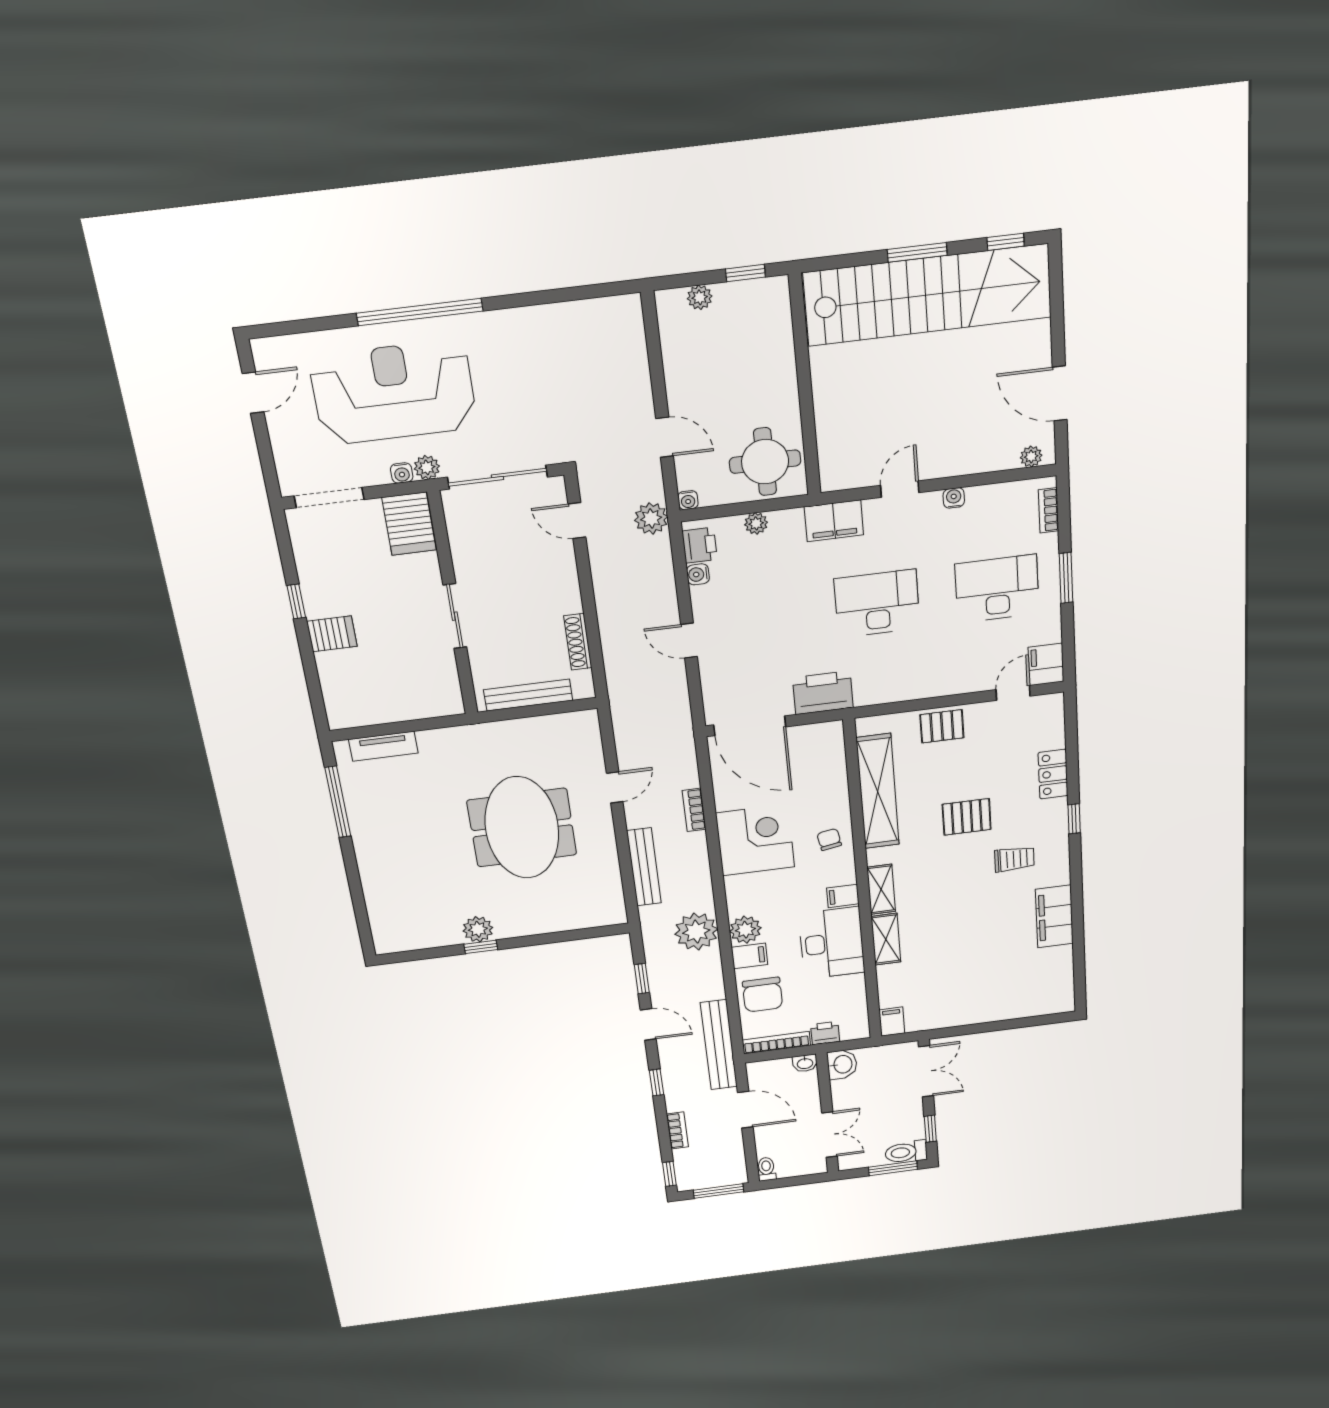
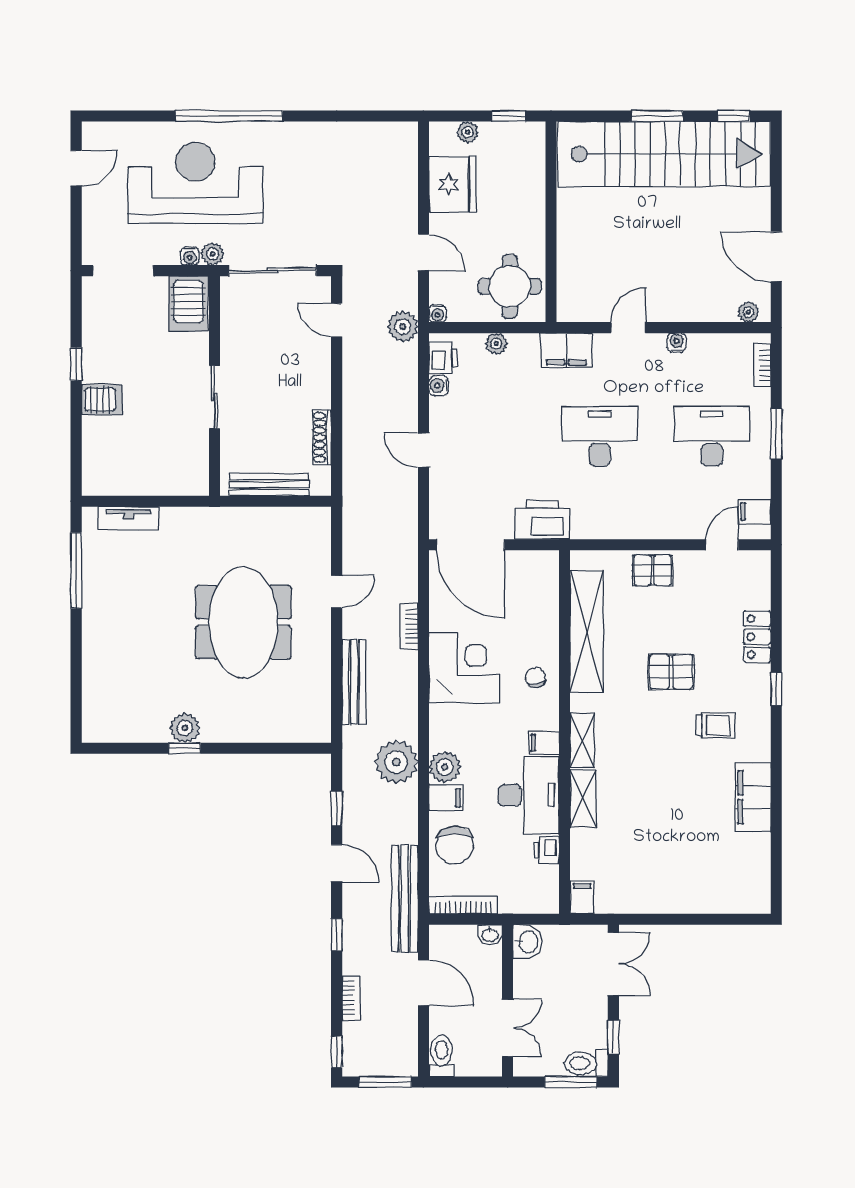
fridge: (689, 358) -> (452, 184), added
printer: (825, 1033) -> (546, 850), moved, turned -90
toilet: (766, 1169) -> (441, 1056), width x1.37, depth x1.39

